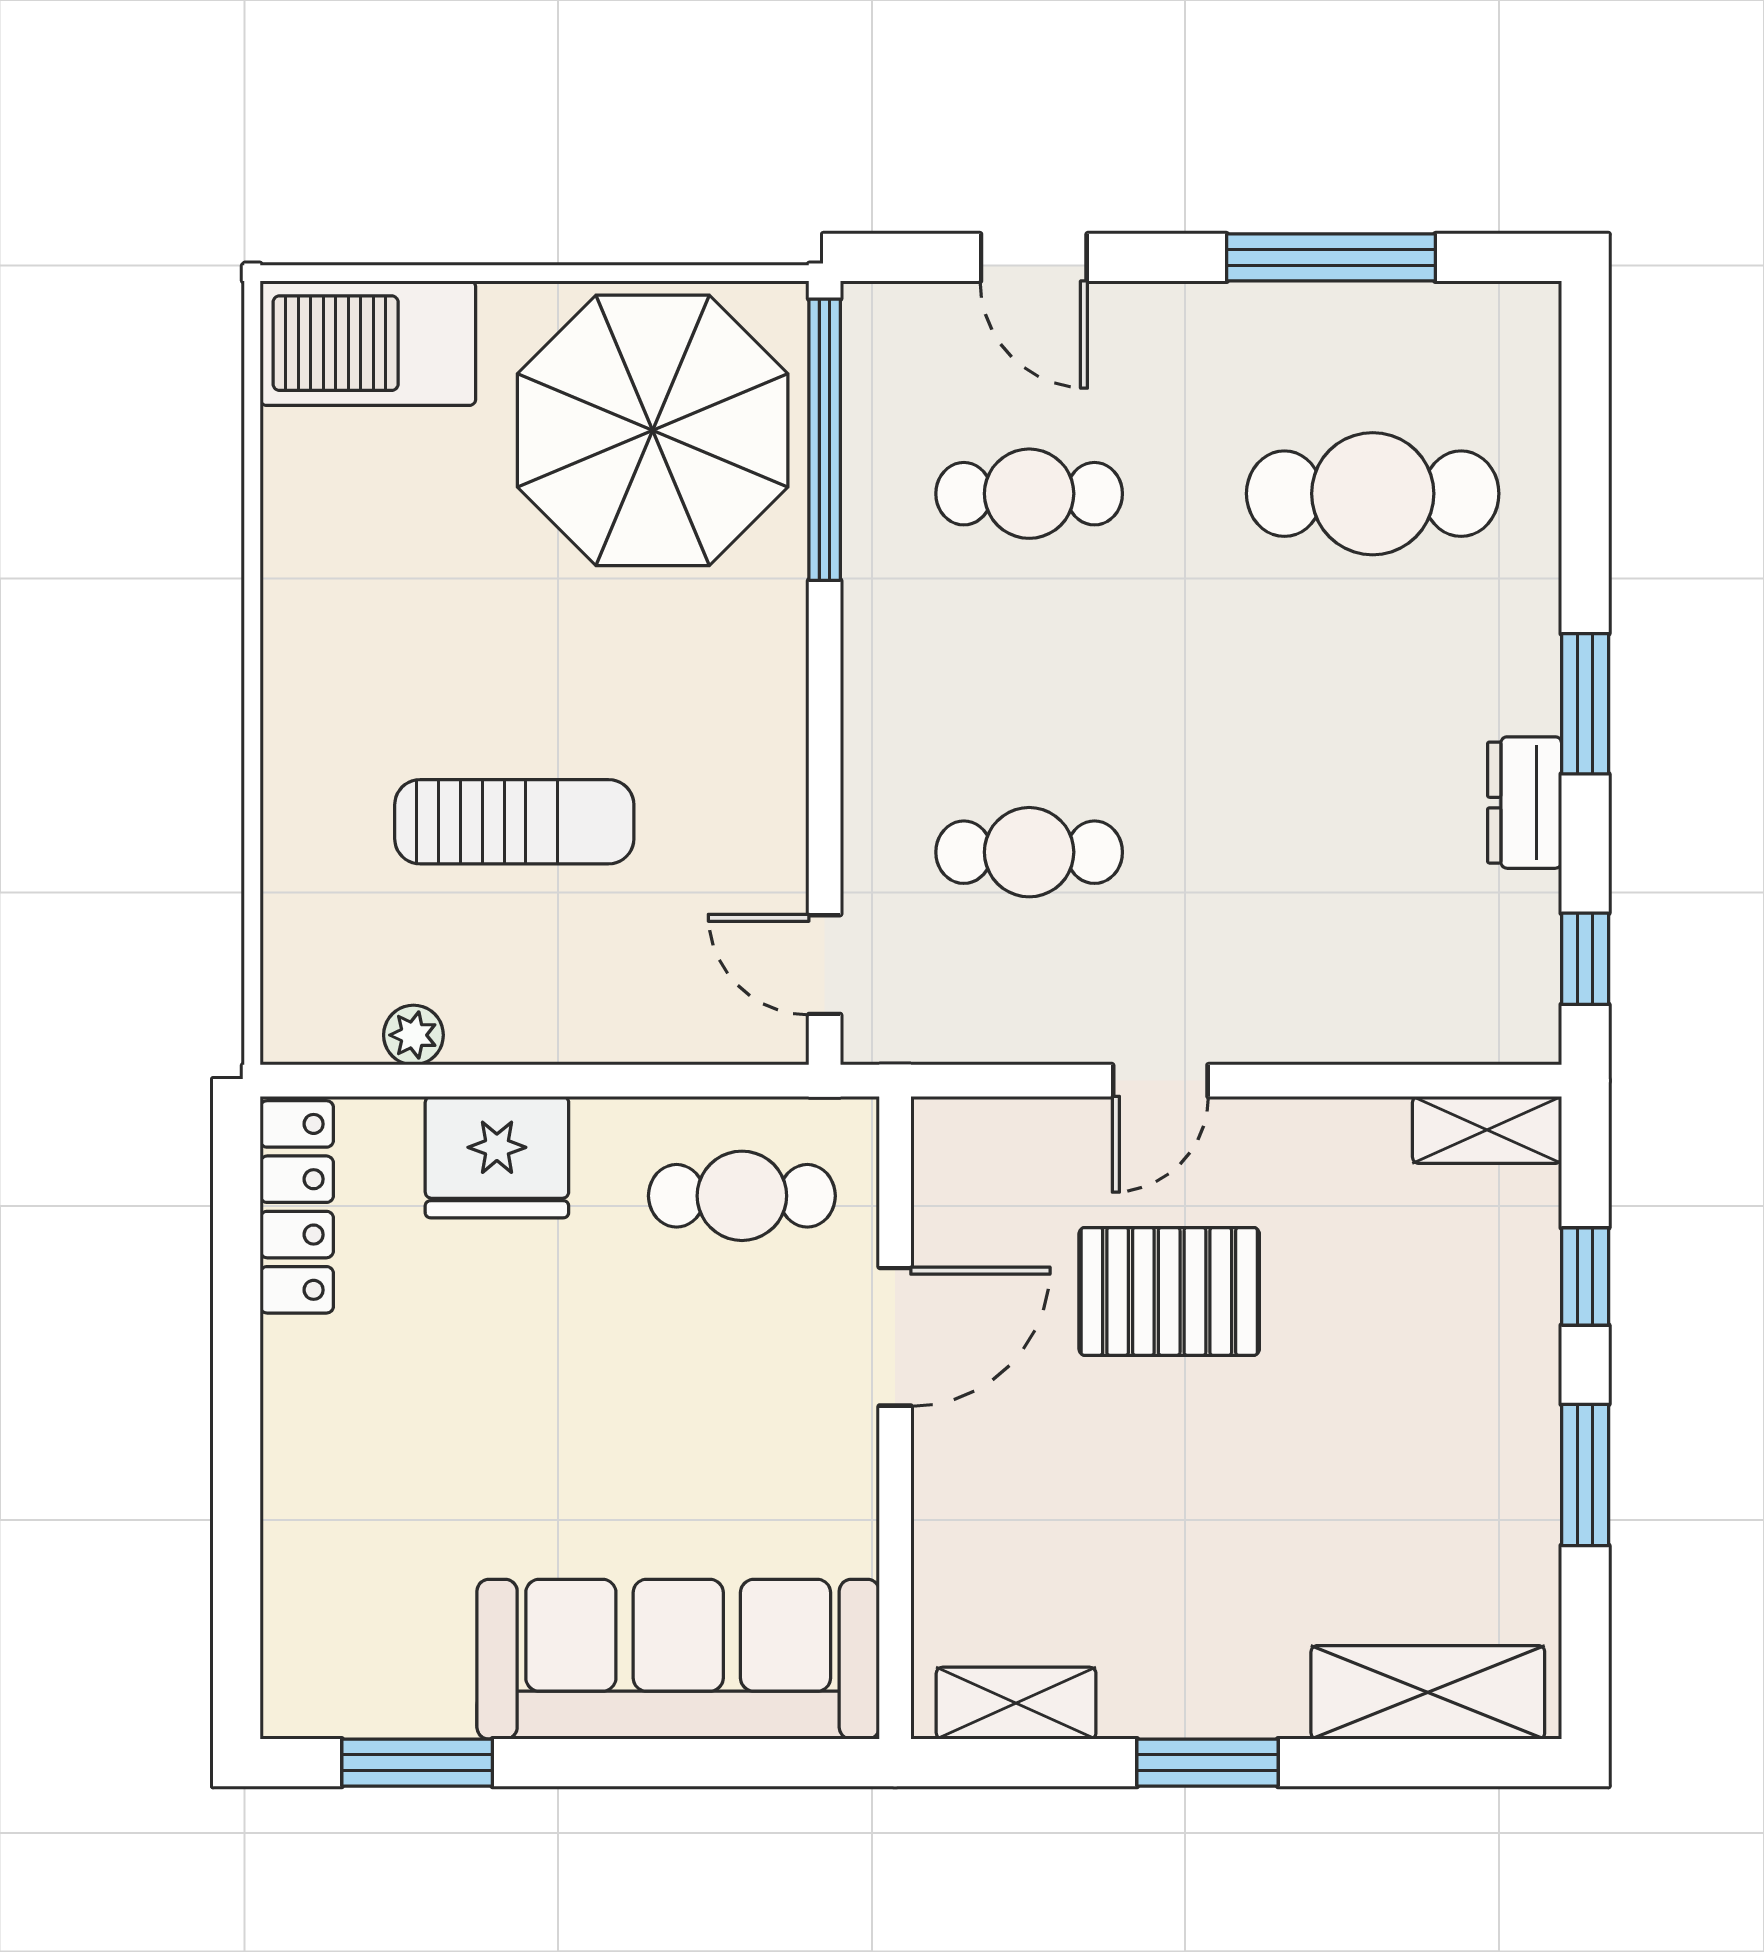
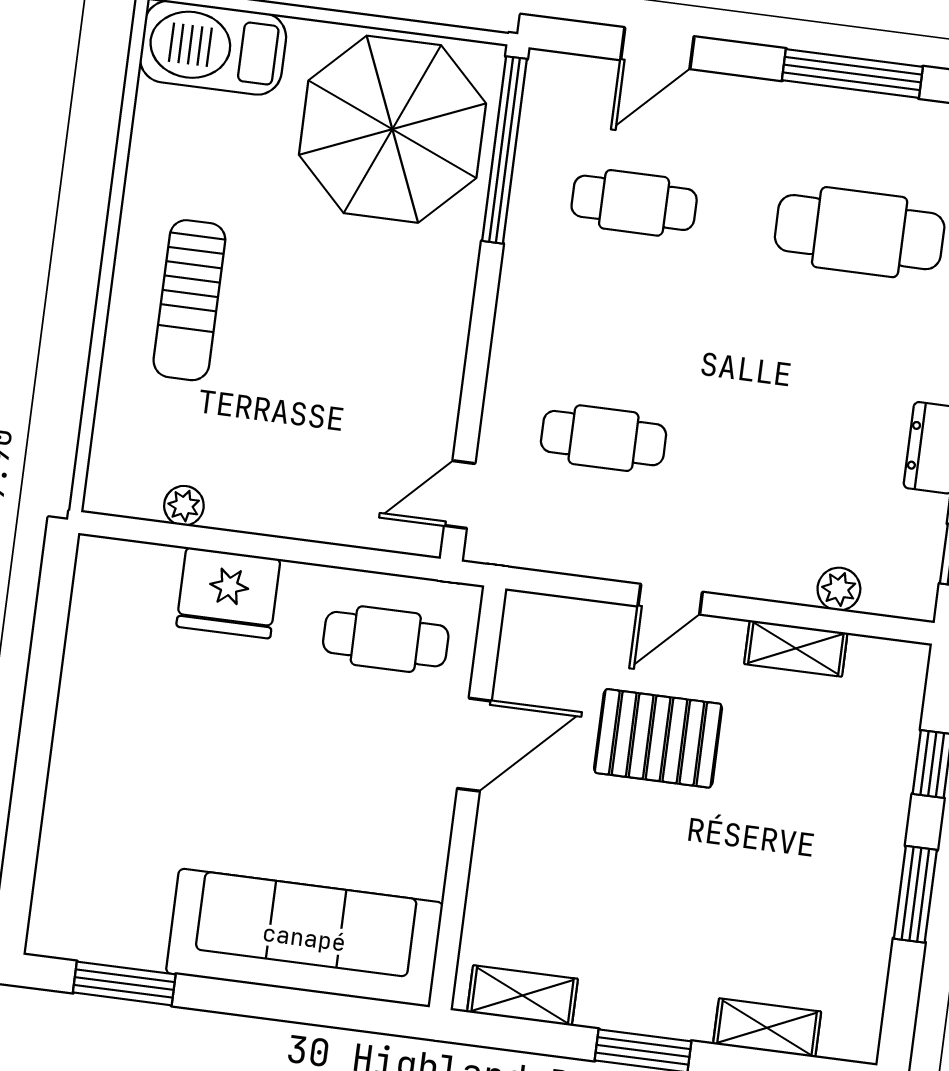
door: (1034, 257) -> (657, 48), hinge flipped
sun lounger: (514, 822) -> (189, 300), moved, turned 90
door: (825, 965) -> (460, 494), hinge flipped
plant: (1411, 1033) -> (839, 589), added
shelving: (1487, 1130) -> (796, 648), moved
locker: (297, 1207) -> (93, 608), removed
shelving: (1428, 1692) -> (767, 1028), width x0.67, depth x0.75

